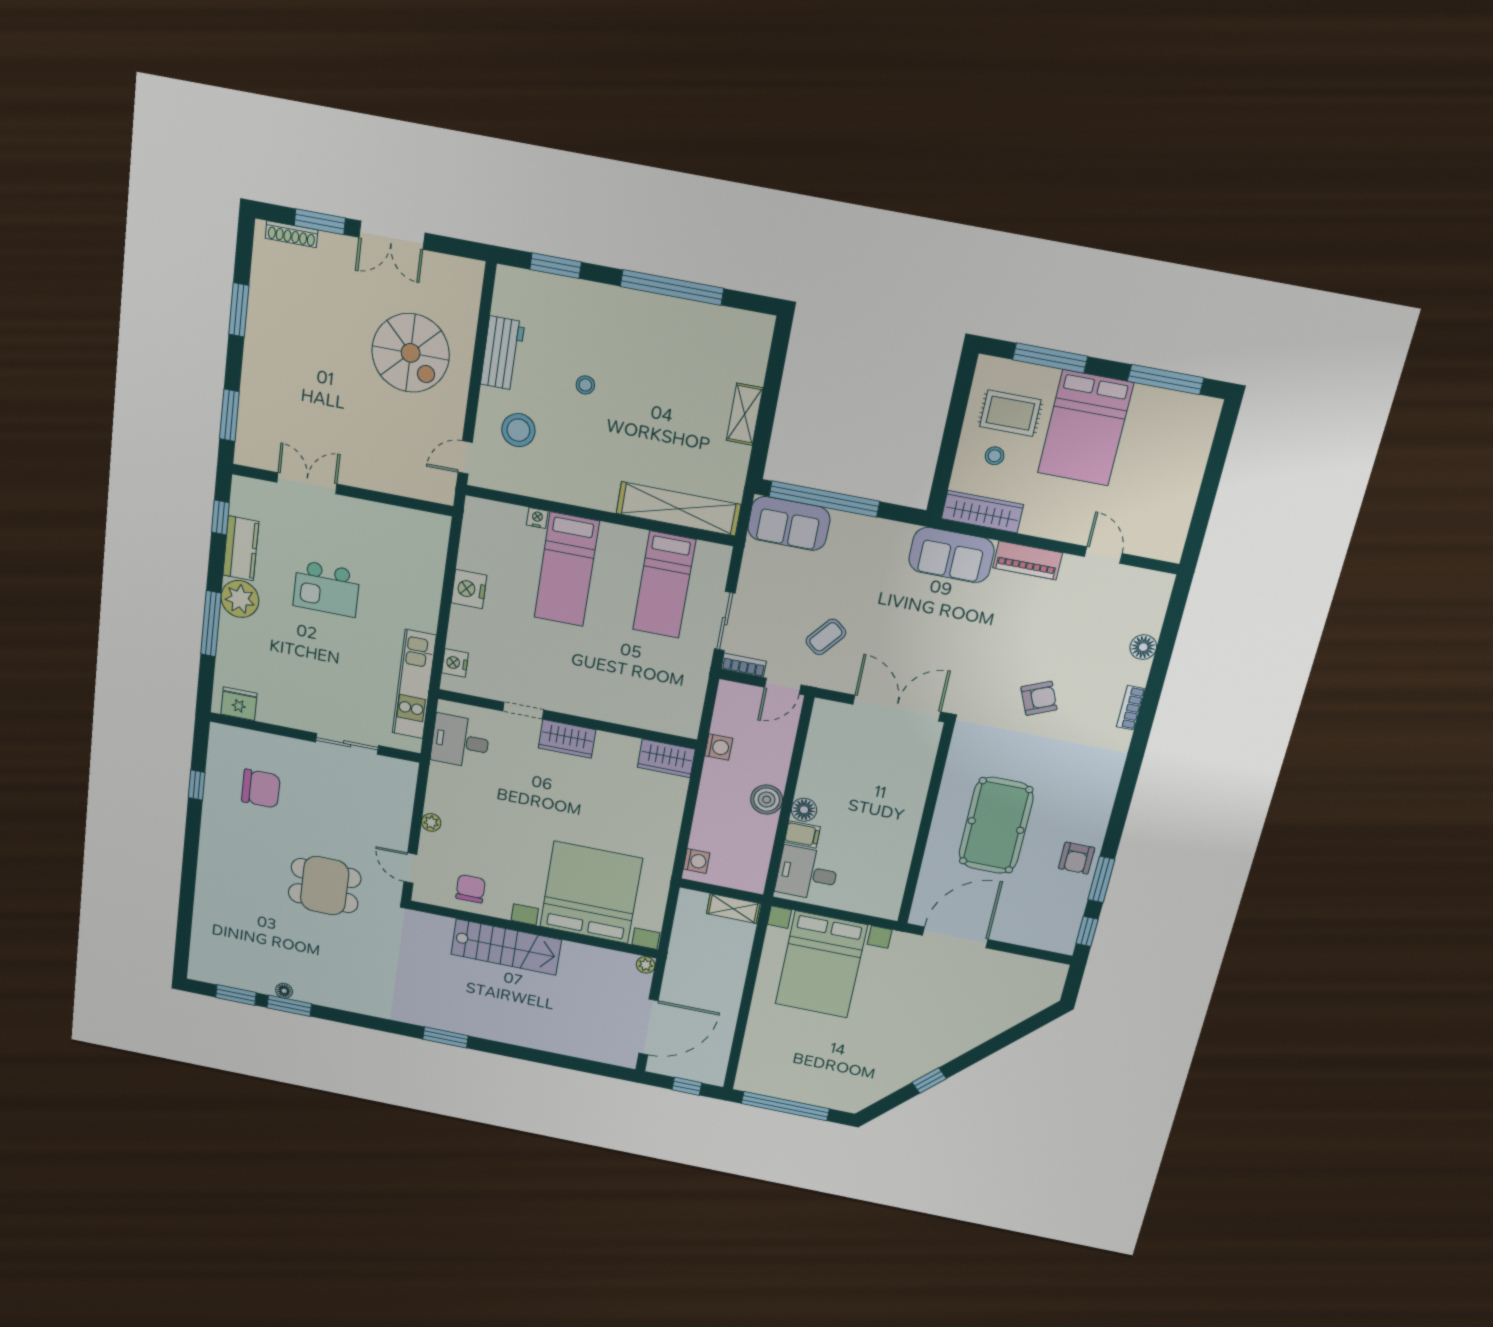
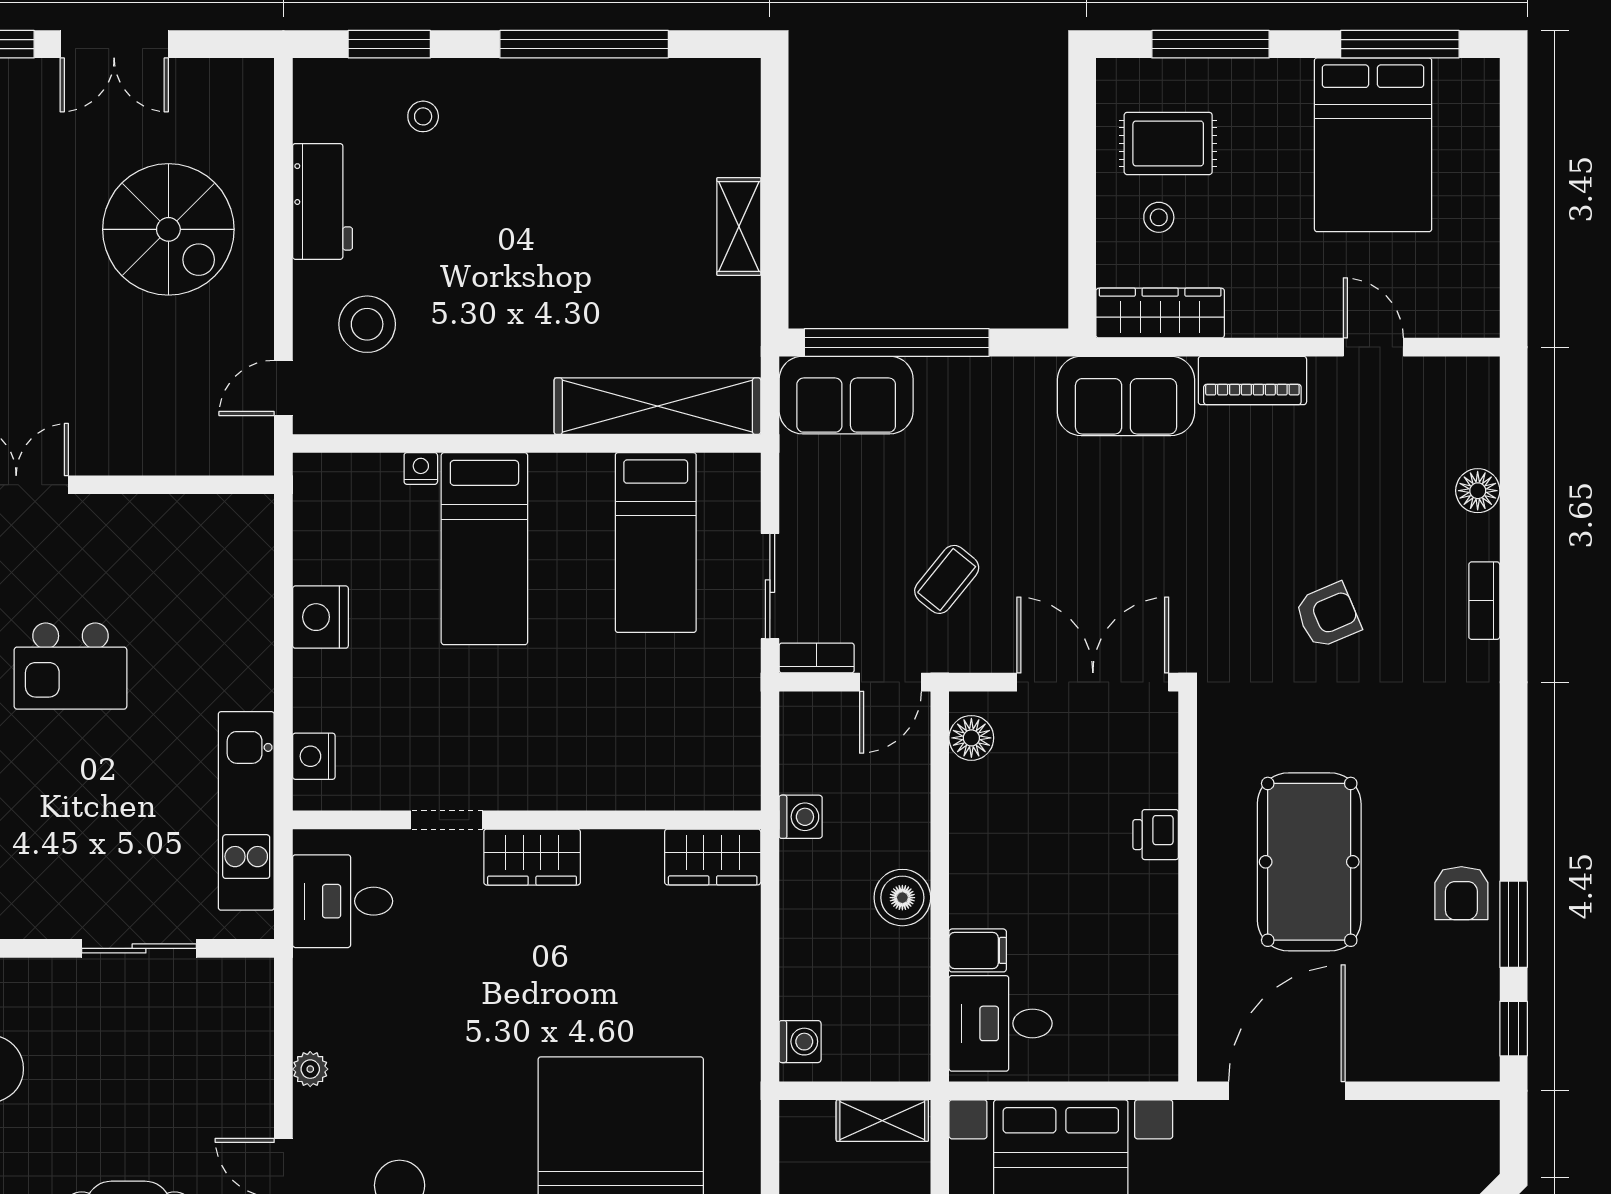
stool: (585, 385) -> (423, 116), moved
bed: (1085, 428) -> (1373, 145), moved
printer: (914, 795) -> (1156, 835), added
floor lamp: (804, 810) -> (971, 738), moved

